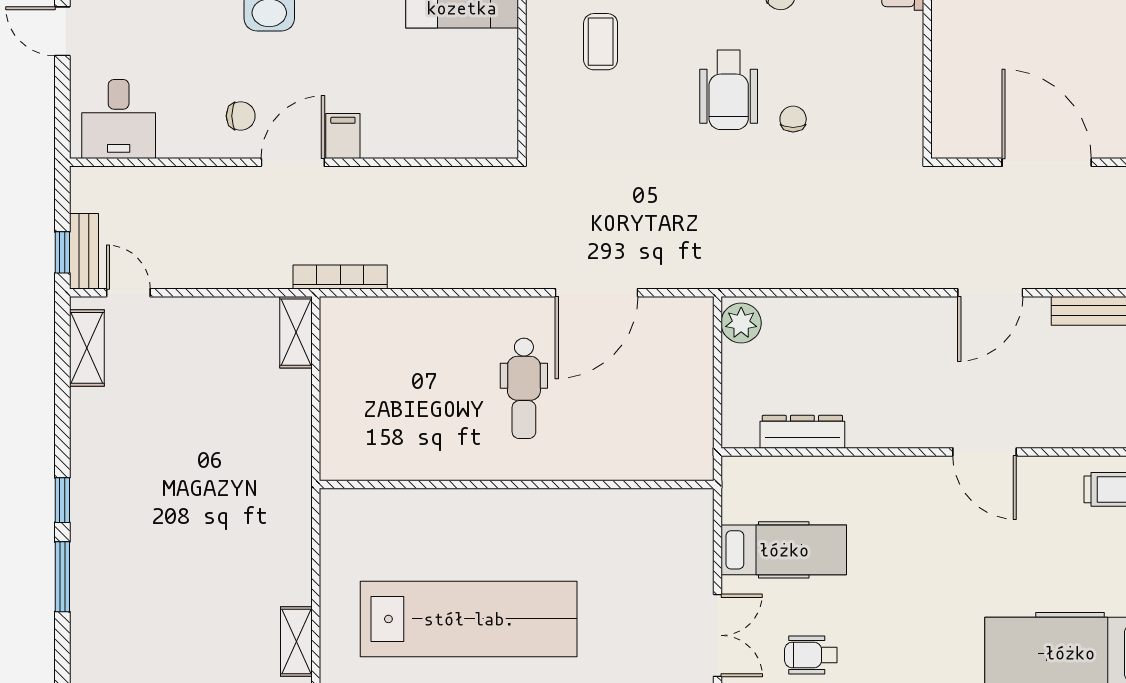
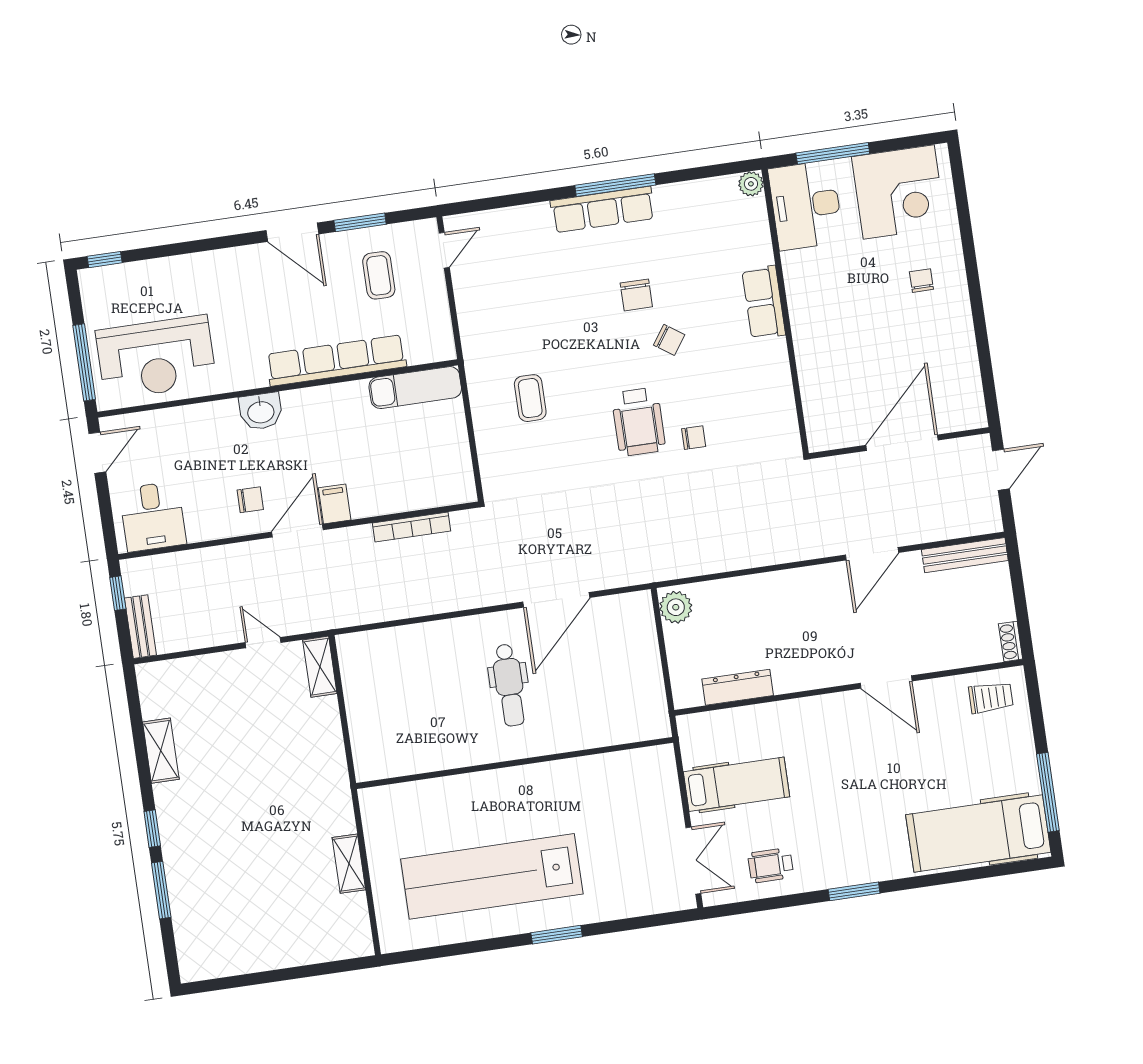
door: (62, 31) -> (97, 453), swing flipped
chair: (793, 119) -> (694, 438), turned 90
door: (1047, 162) -> (902, 443), hinge flipped
window: (62, 252) -> (118, 593), moved
bookcase: (340, 277) -> (411, 527), moved, turned 180
door: (128, 293) -> (263, 643), moved
shelving: (87, 348) -> (161, 751), moved
lab bench: (469, 619) -> (492, 876), turned 180
shelving: (296, 641) -> (349, 864), moved

